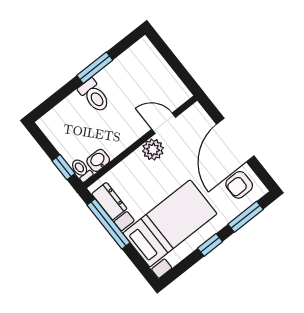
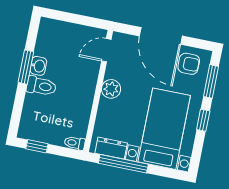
door: (164, 123) -> (106, 50), moved
washbasin: (98, 160) -> (38, 66), moved, turned 180
window: (64, 167) -> (37, 146), moved
armchair: (239, 185) -> (189, 64), turned -90

